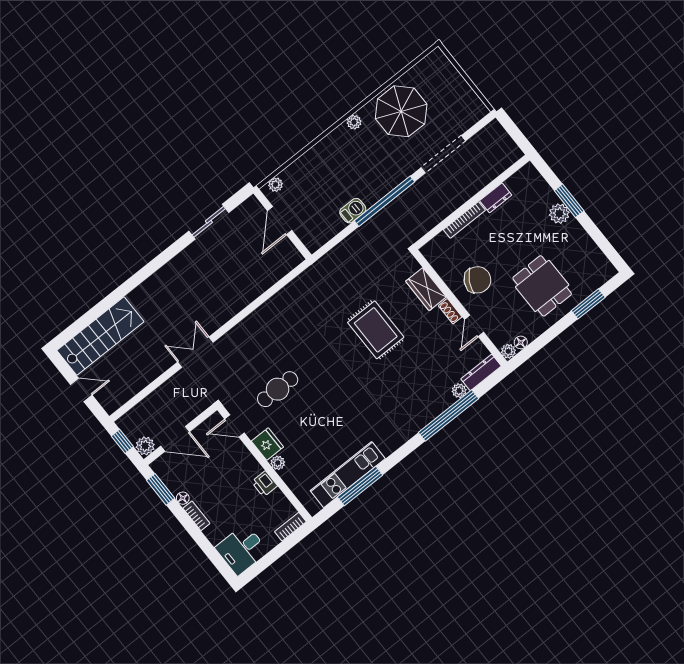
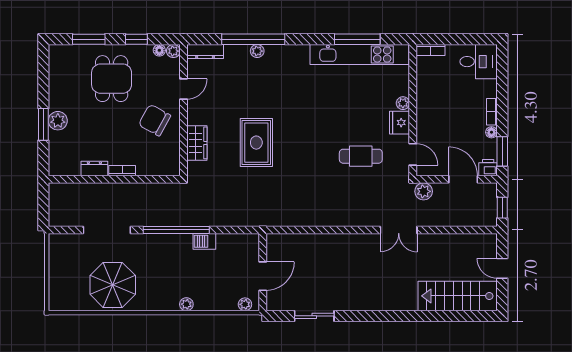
plant: (354, 122) -> (186, 304), moved
bookcase: (464, 220) -> (122, 171), width x0.64
shoe rack: (450, 311) -> (192, 113), removed
window: (548, 336) -> (136, 39), added
plant: (459, 391) -> (257, 51), moved
plant: (145, 446) -> (424, 191), moved
kitchen unit: (348, 475) -> (359, 55), width x1.36
printer: (264, 484) -> (488, 168), moved, turned -90

